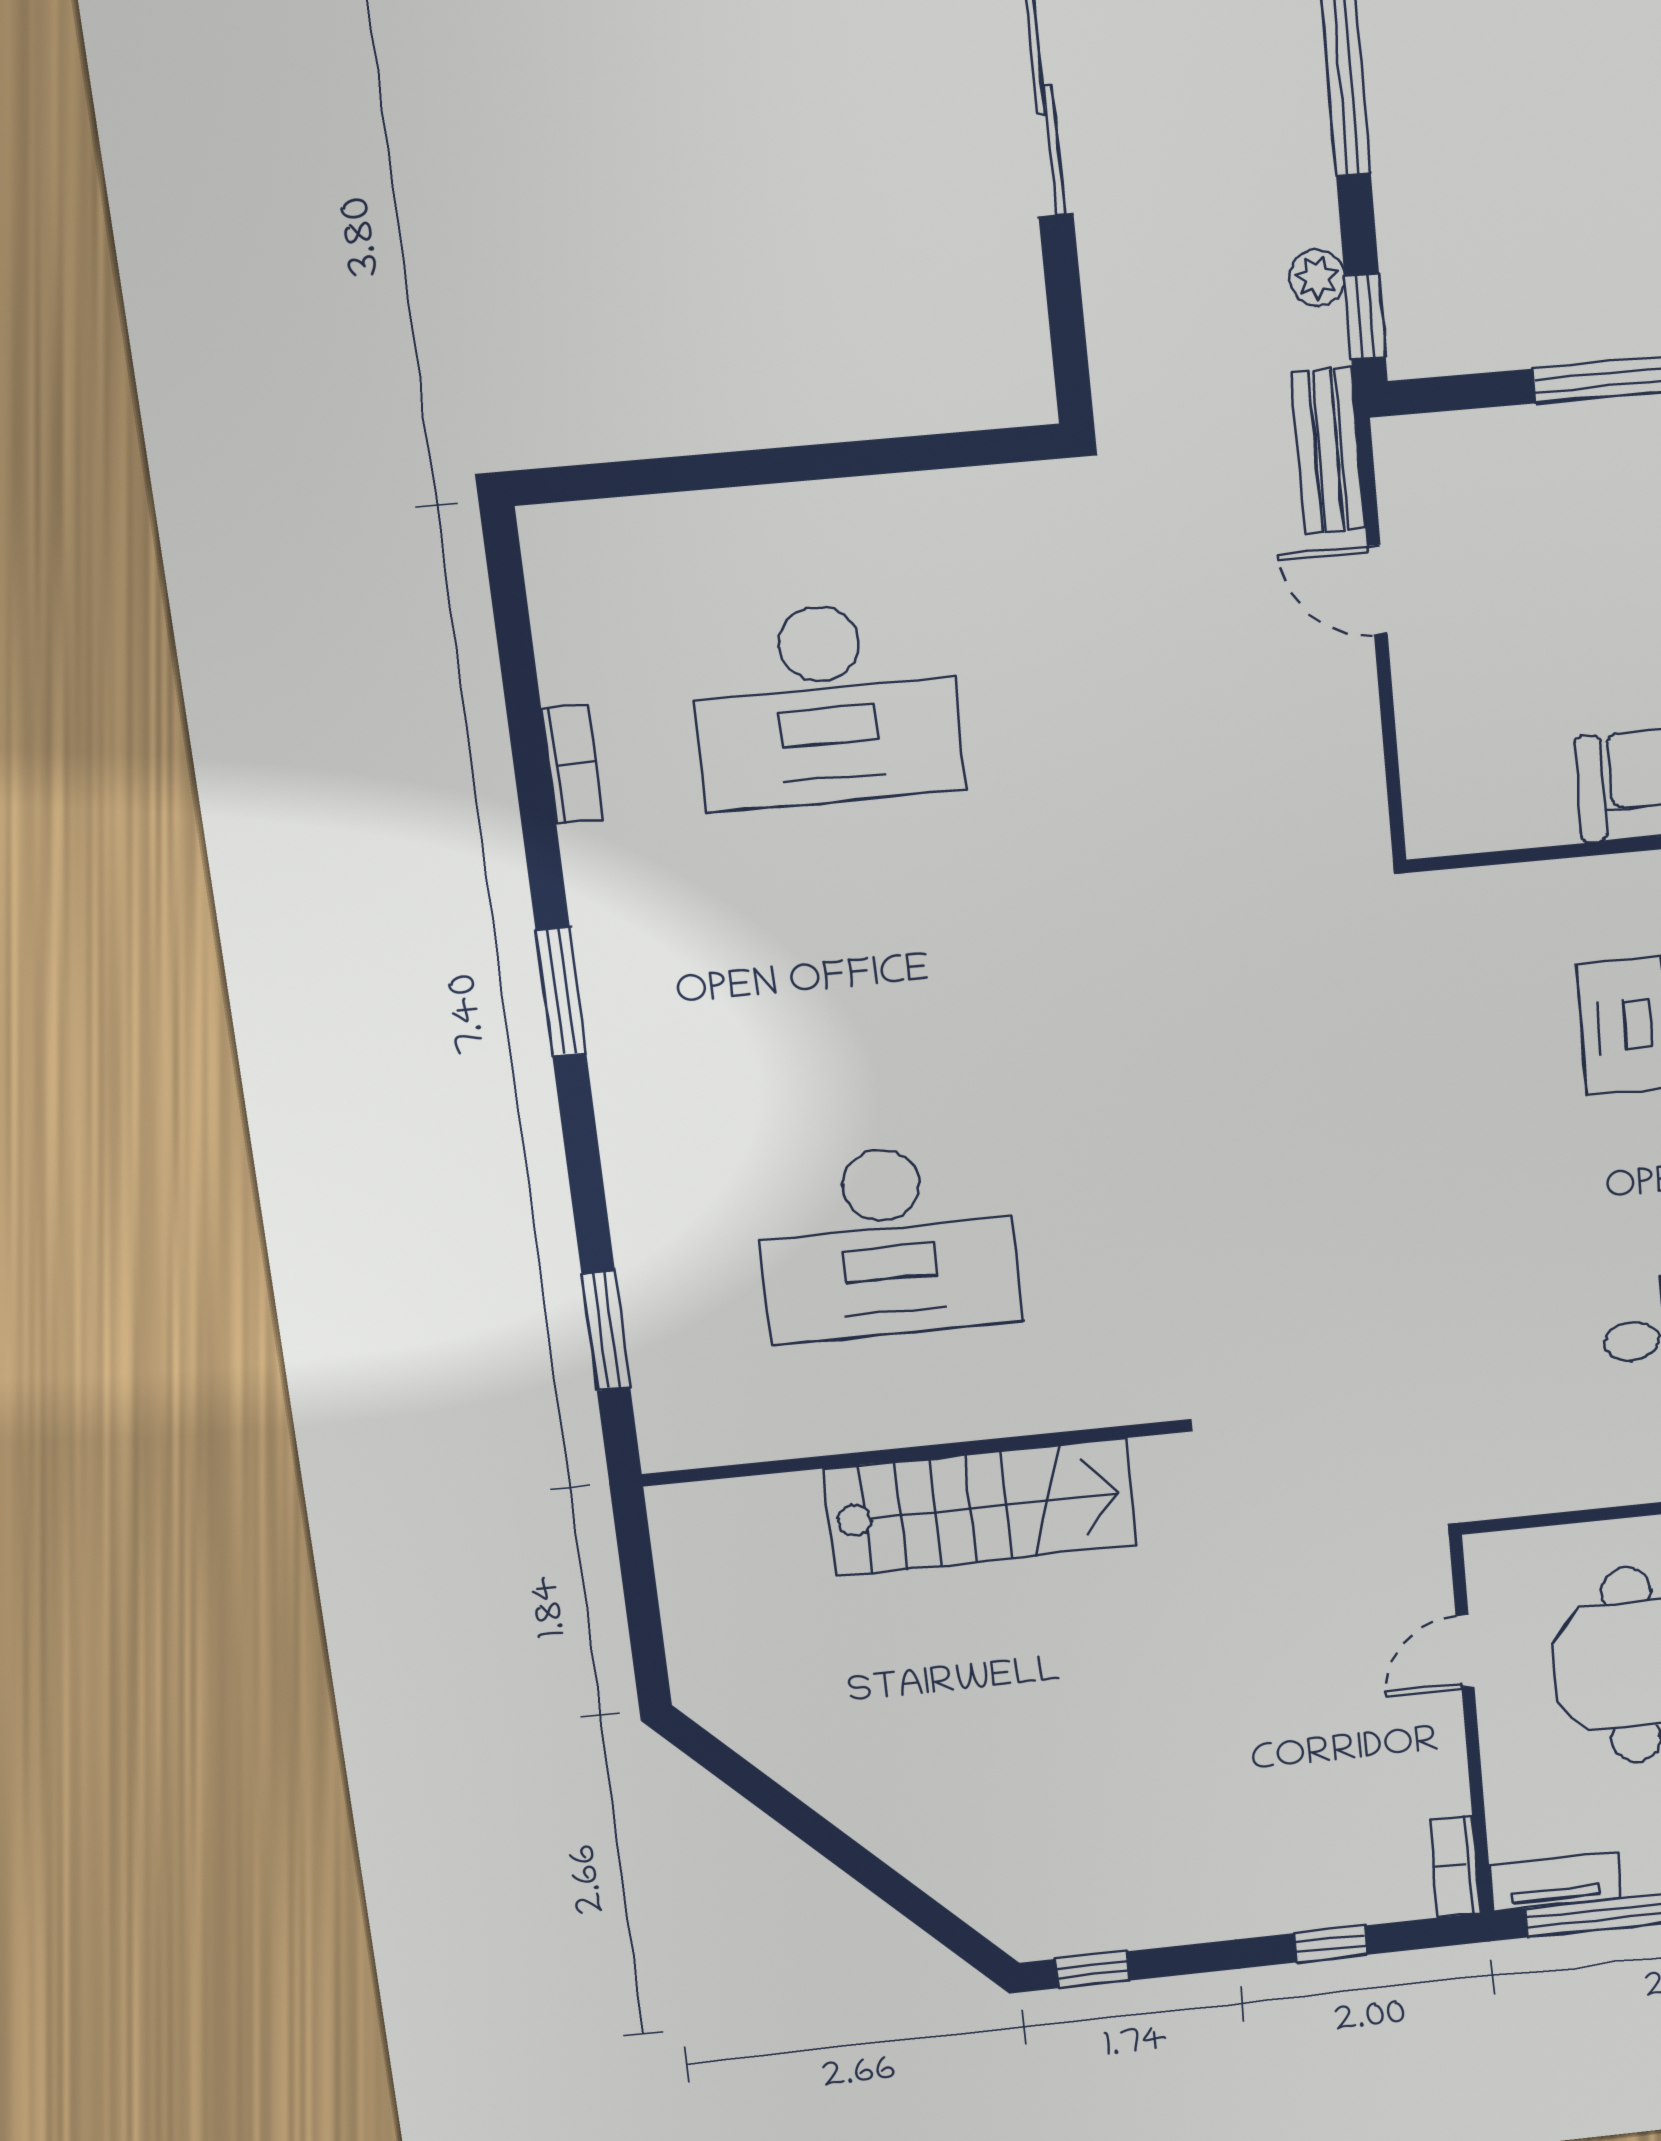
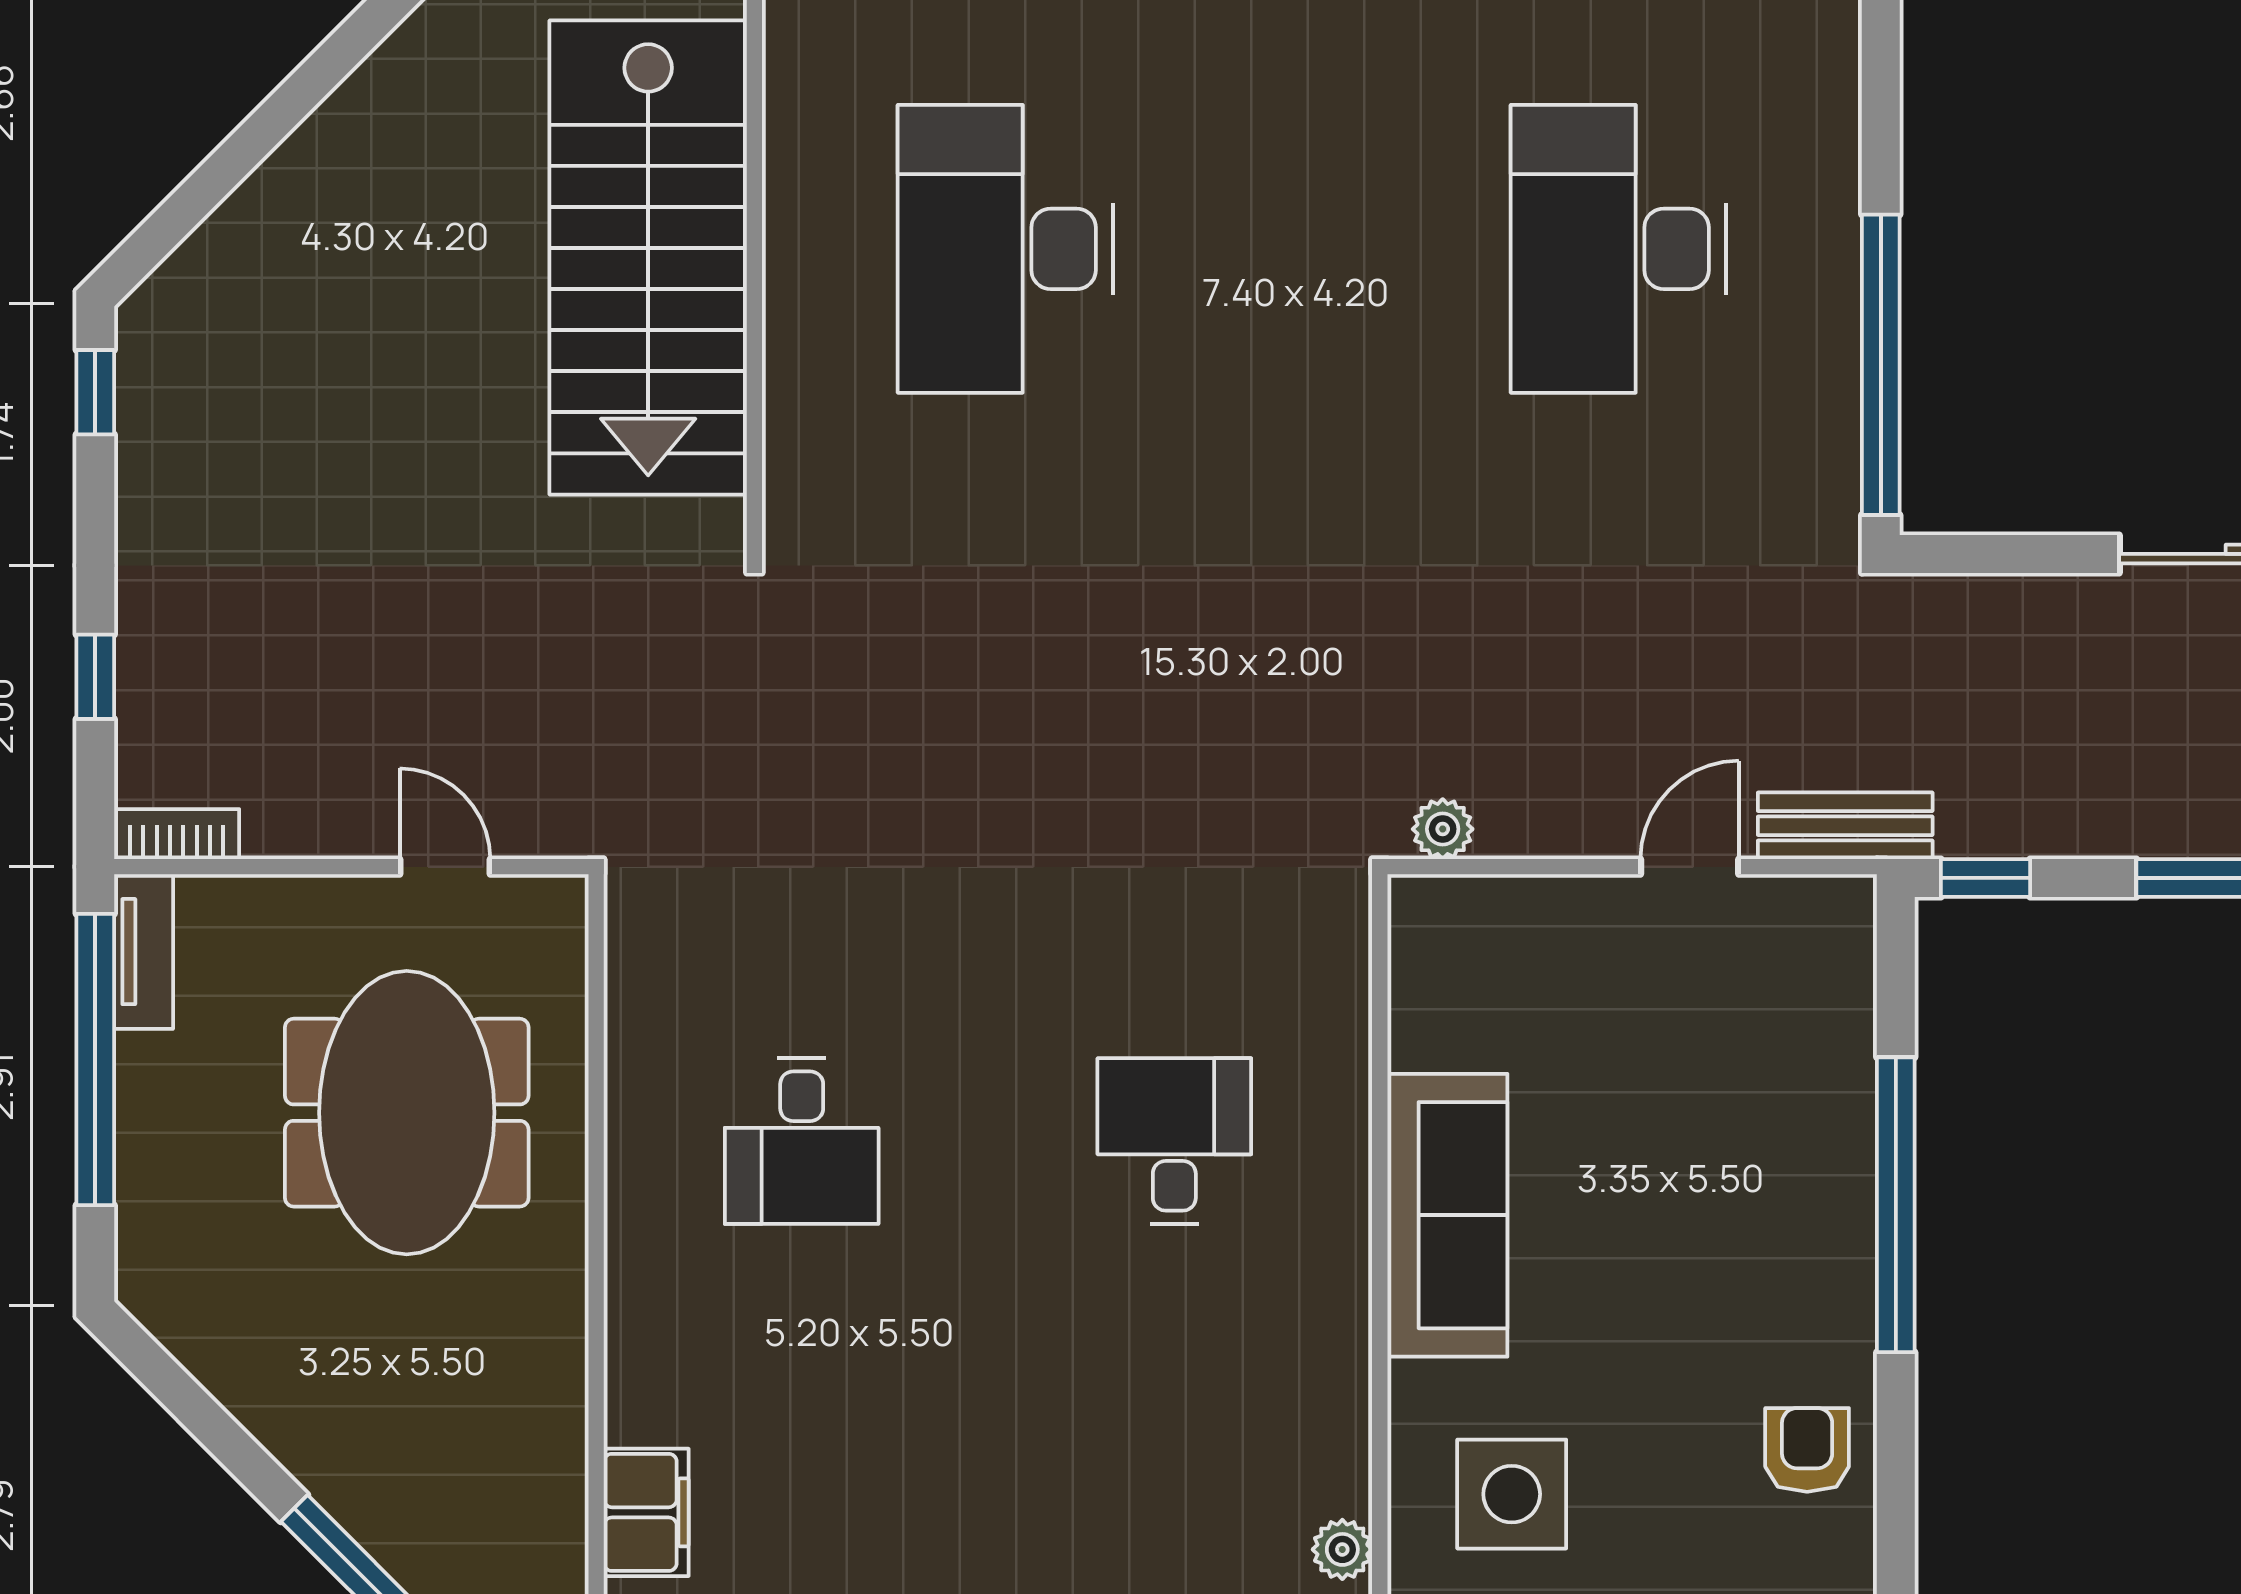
plant: (1317, 277) -> (1443, 829), moved
window: (905, 454) -> (1881, 365), added
stairs: (981, 1507) -> (648, 257), width x1.36, depth x1.51

